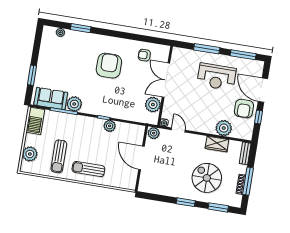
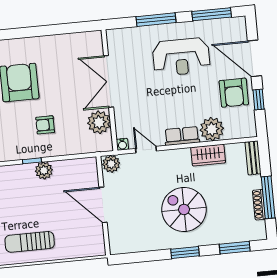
armchair: (144, 55) -> (45, 125), moved
row of seats: (203, 127) -> (182, 136), added
spiral stairs: (207, 178) -> (184, 209), moved

